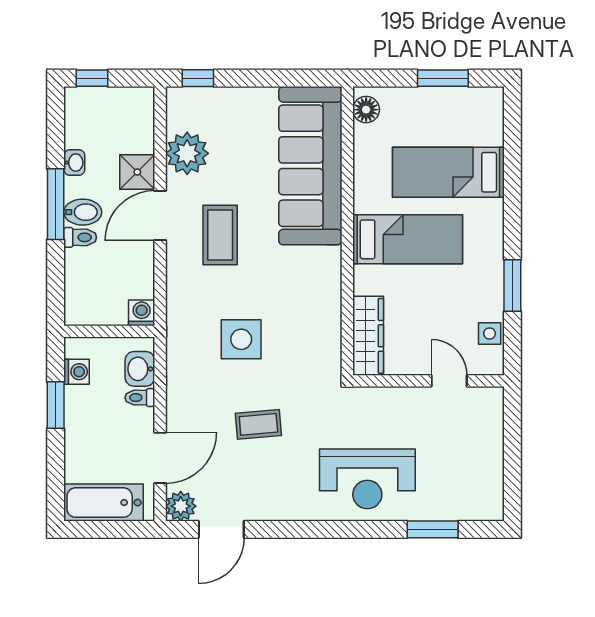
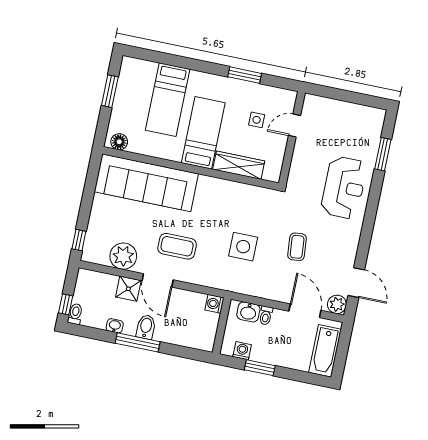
toilet: (80, 237) -> (75, 314), moved
side table: (490, 334) -> (257, 120), moved
wardrobe: (368, 336) -> (239, 165), moved

